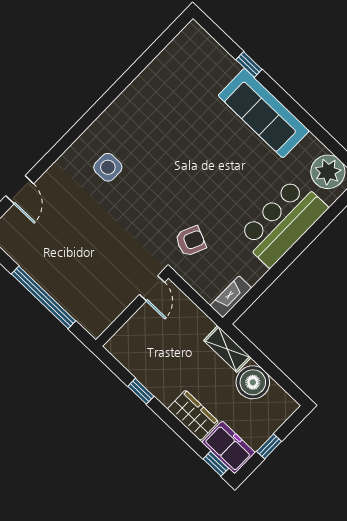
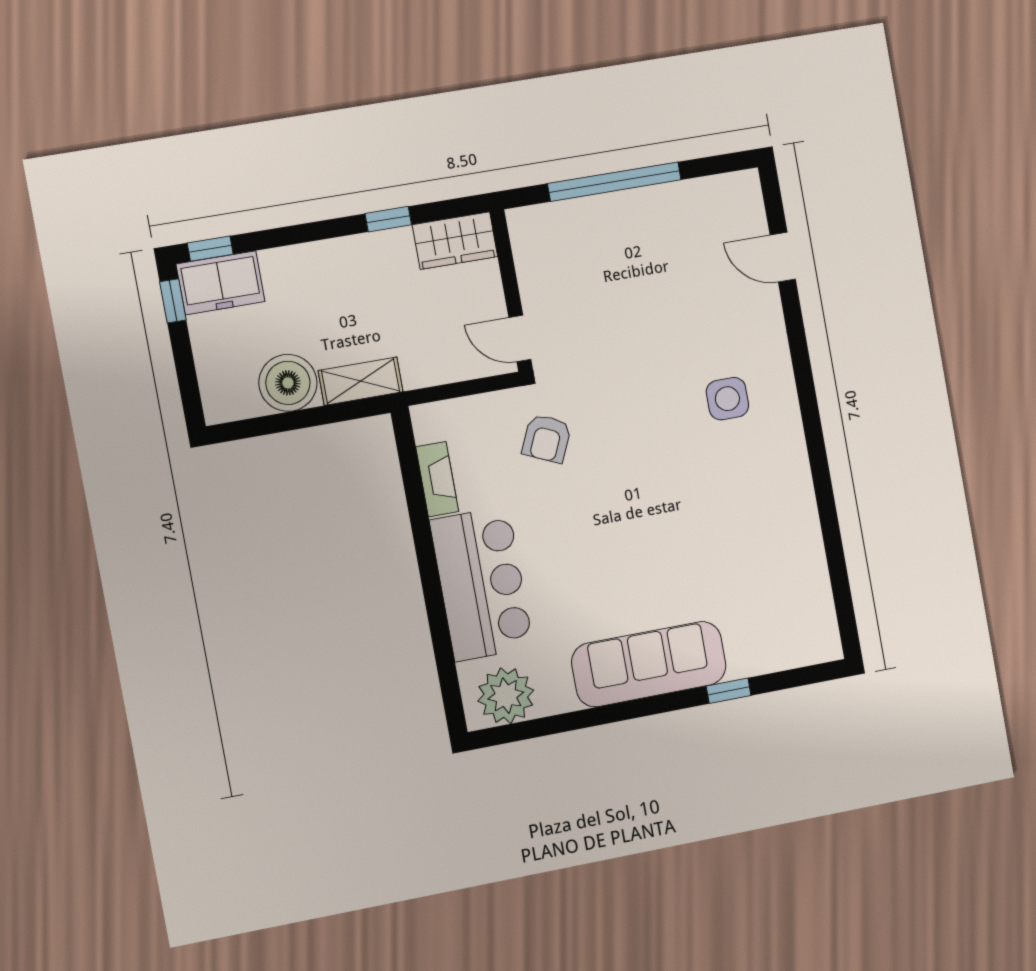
fireplace: (231, 297) -> (437, 479), moved
wardrobe: (193, 415) -> (455, 241), moved
window: (269, 446) -> (173, 301), moved

